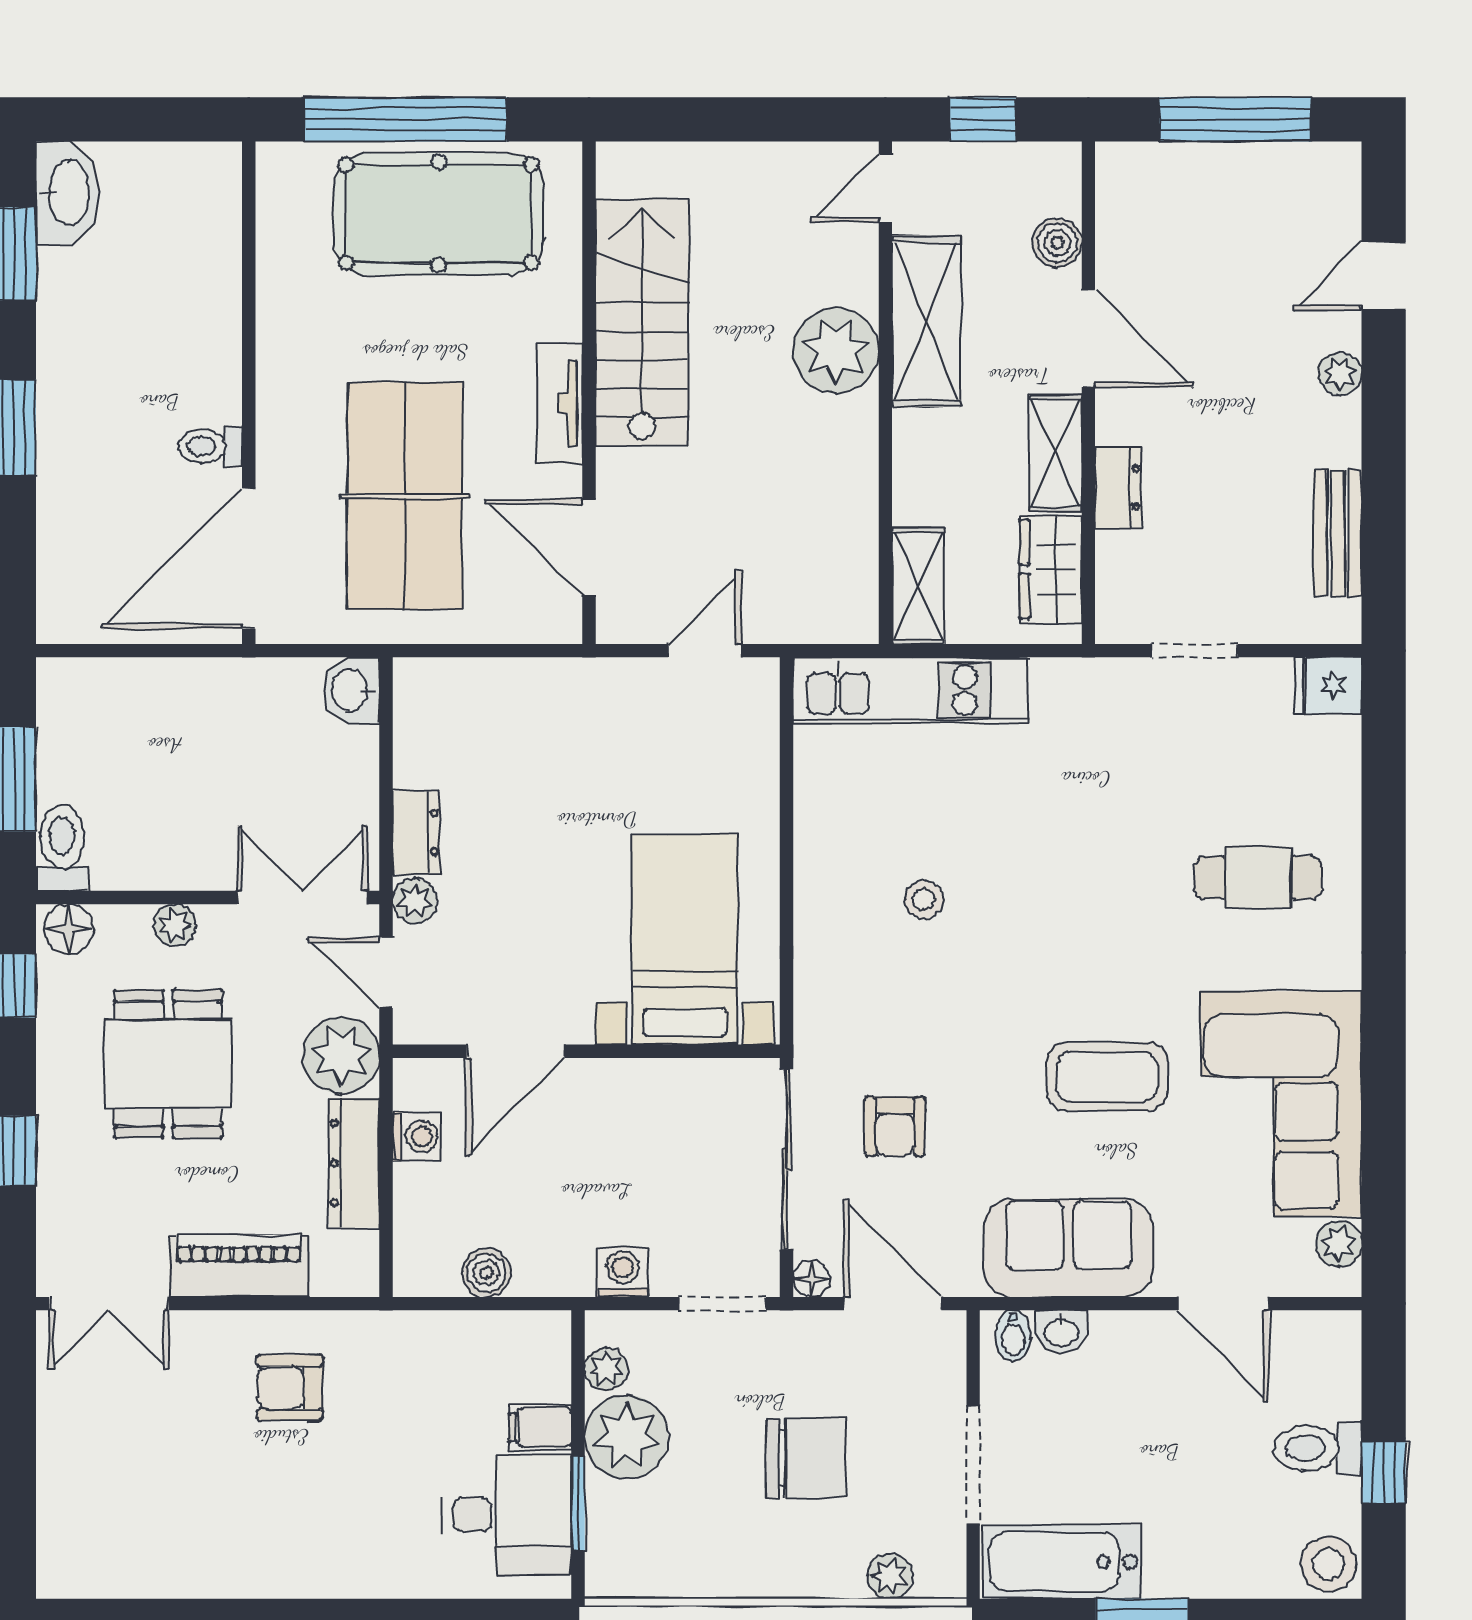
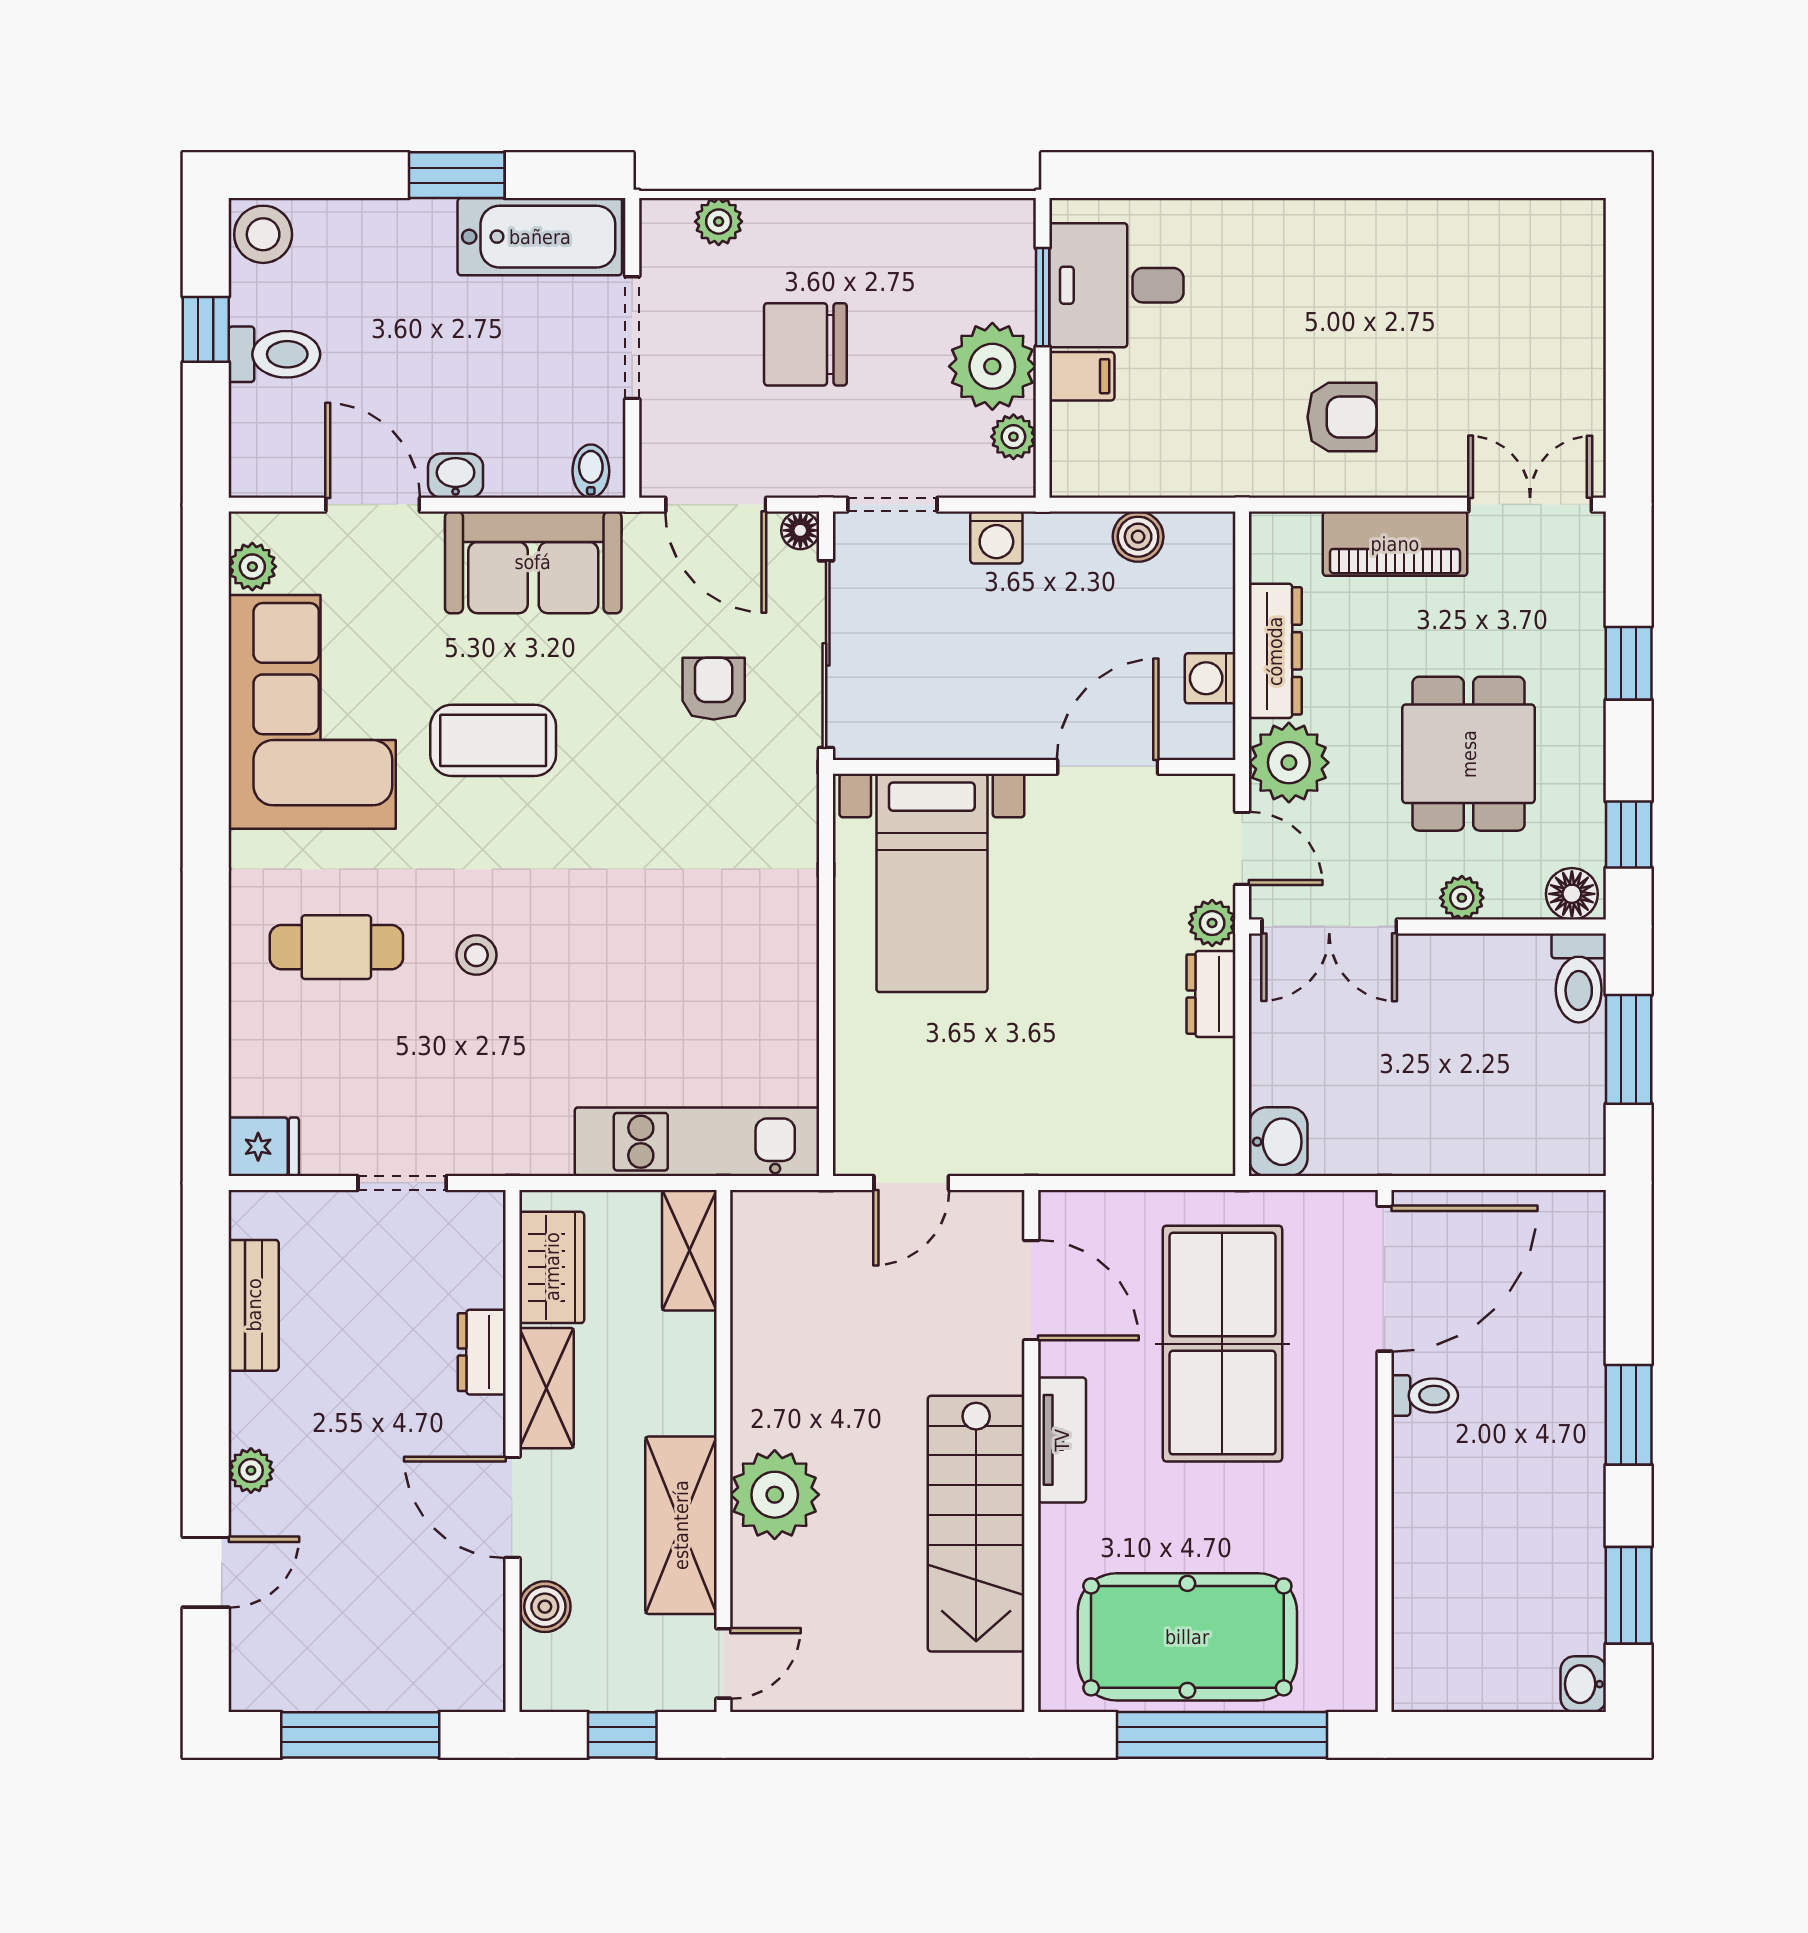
washbasin: (67, 193) -> (1583, 1684), width x0.52, depth x0.69
stool: (924, 900) -> (476, 955), moved
washbasin: (1061, 1332) -> (456, 476), moved

